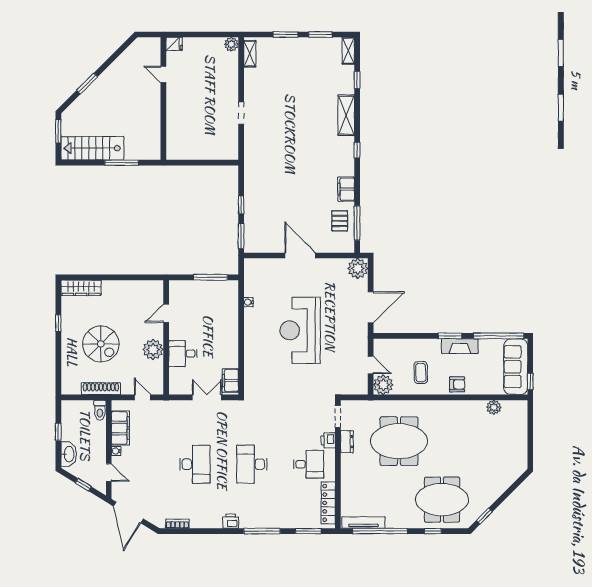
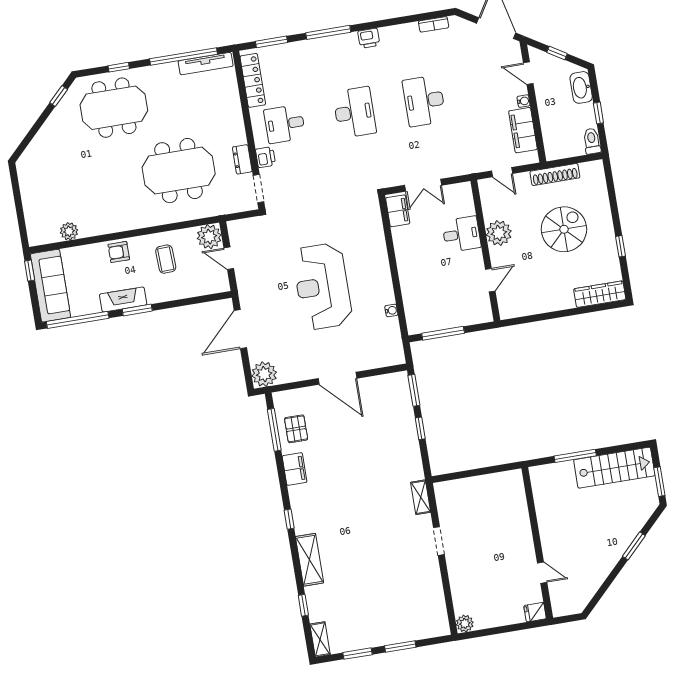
shelving: (250, 54) -> (421, 497), moved
reception desk: (300, 330) -> (322, 286), turned 180
spiral stairs: (101, 344) -> (564, 229), turned 90
toilet: (100, 410) -> (592, 141), moved

